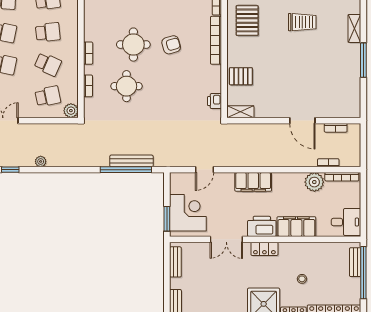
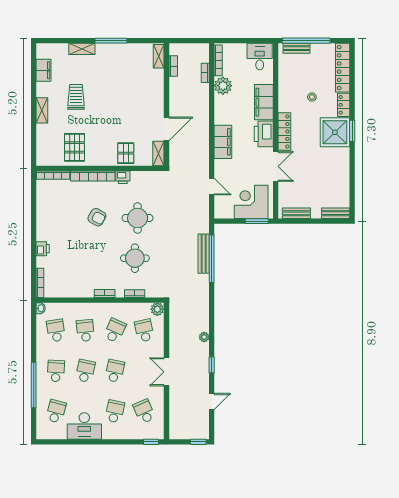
pallet: (247, 20) -> (75, 147), turned 90
round table: (133, 45) -> (138, 218), moved
armchair: (171, 45) -> (97, 217), turned 136
printer: (215, 101) -> (123, 177), moved
shelving: (346, 112) -> (159, 56), added
door: (302, 121) -> (167, 129), moved
locker: (264, 249) -> (284, 131), width x1.53

